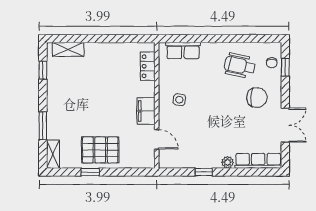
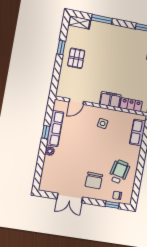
filing cabinet: (146, 111) -> (110, 100), moved
pallet: (100, 150) -> (76, 58), width x0.67, depth x0.71
row of seats: (258, 161) -> (55, 128), moved

